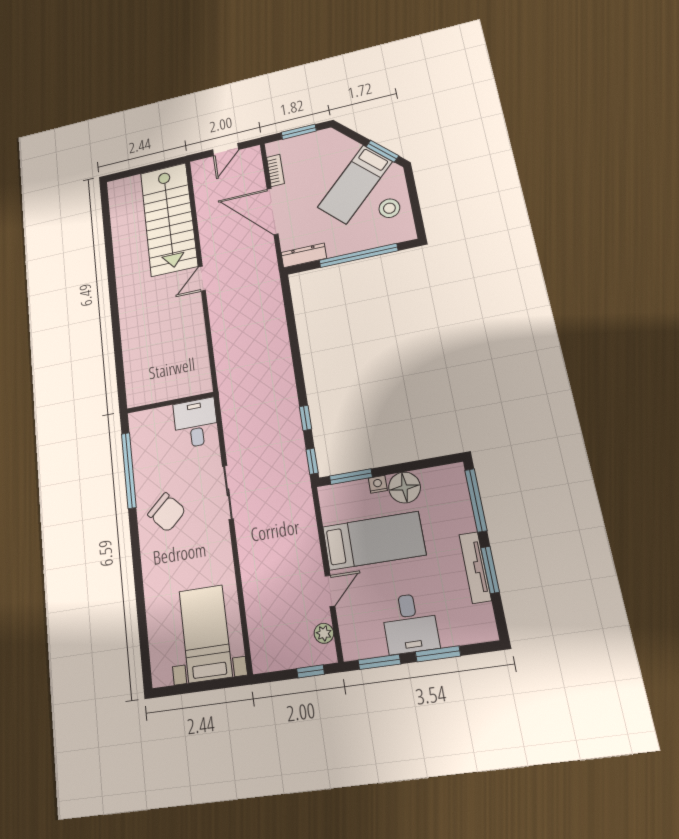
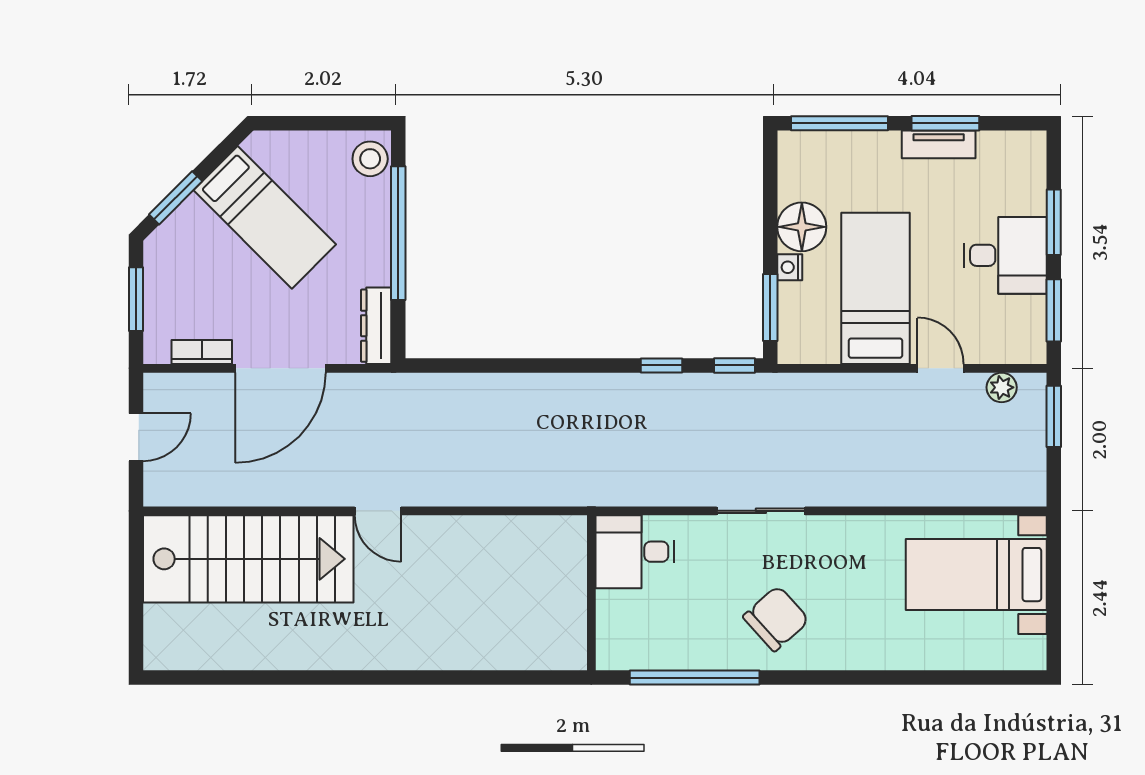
door: (226, 150) -> (136, 437), hinge flipped
window: (382, 151) -> (176, 198), moved
stool: (389, 208) -> (370, 159), moved
tv unit: (475, 567) -> (939, 144), width x0.71
window: (311, 671) -> (1054, 416), width x1.50

